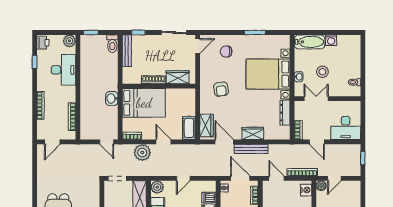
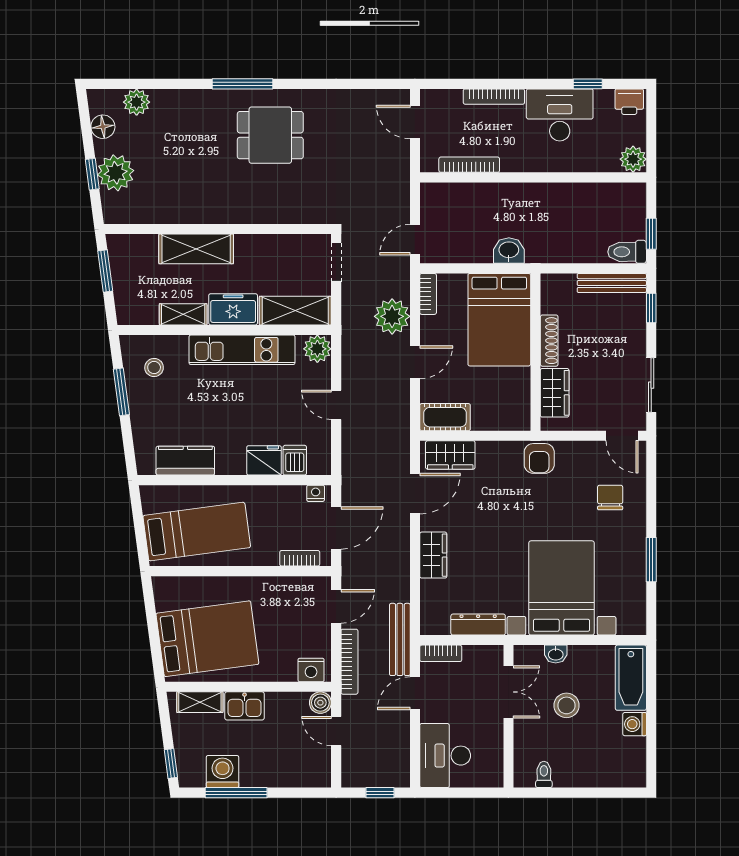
window: (91, 32) -> (651, 234), moved
desk: (63, 70) -> (560, 115), moved, turned 180
armchair: (221, 89) -> (539, 458), moved, turned -82
bench: (251, 149) -> (400, 639), moved

